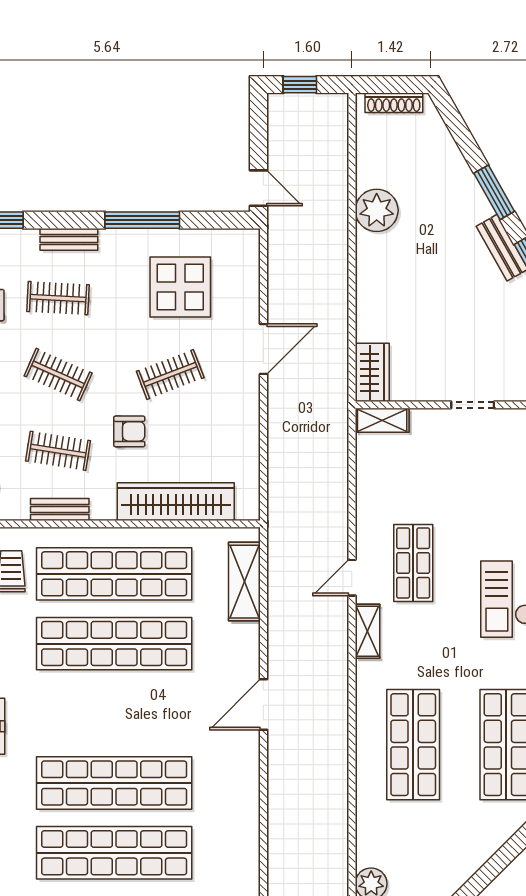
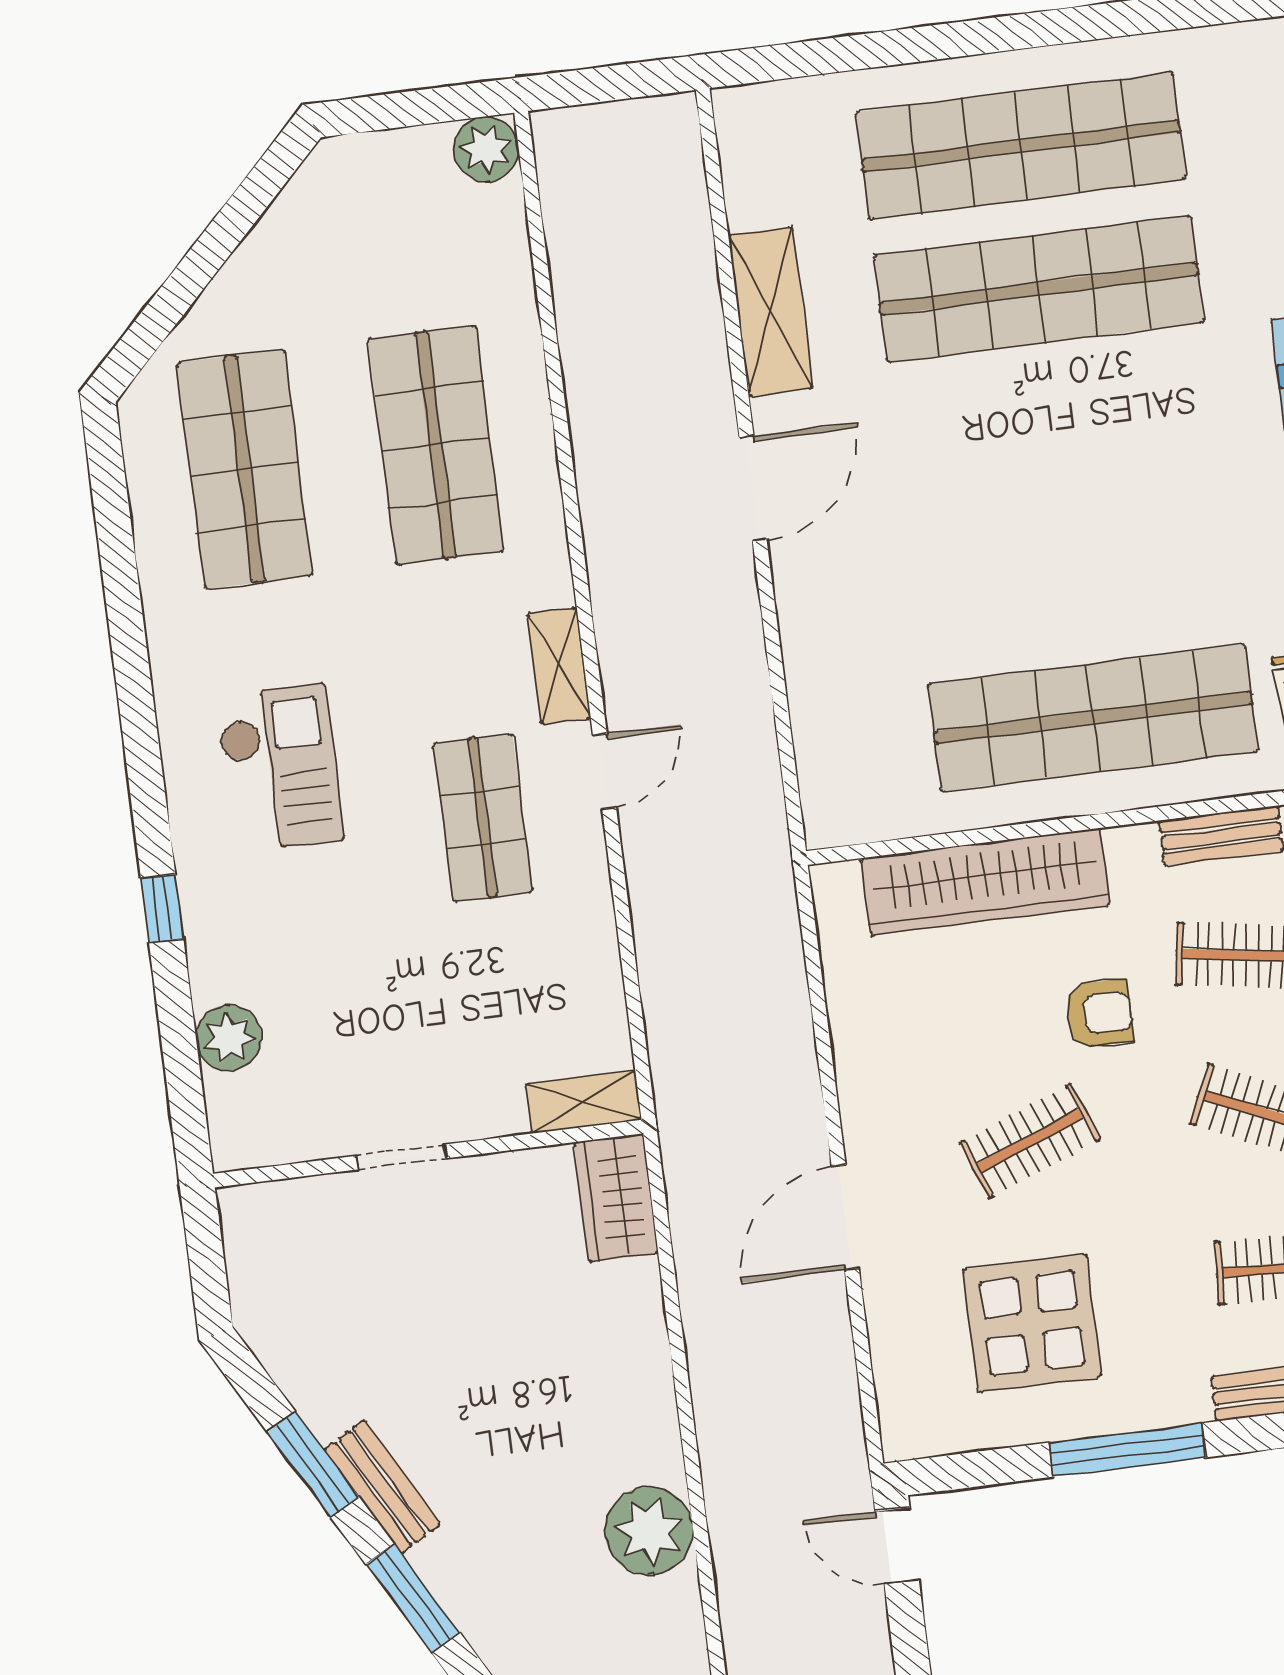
armchair: (129, 431) -> (1099, 1014), turned 180
shelving: (244, 582) -> (771, 312), moved
shop shelf: (114, 644) -> (1075, 575), removed

